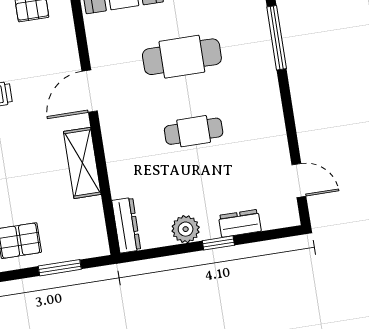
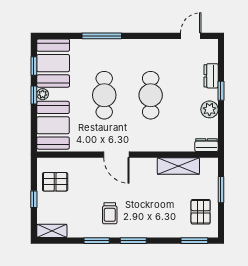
cafe table: (194, 131) -> (151, 95), width x1.37, depth x1.35
shelving: (82, 163) -> (178, 166), moved
dresser: (126, 225) -> (206, 145), width x0.70

